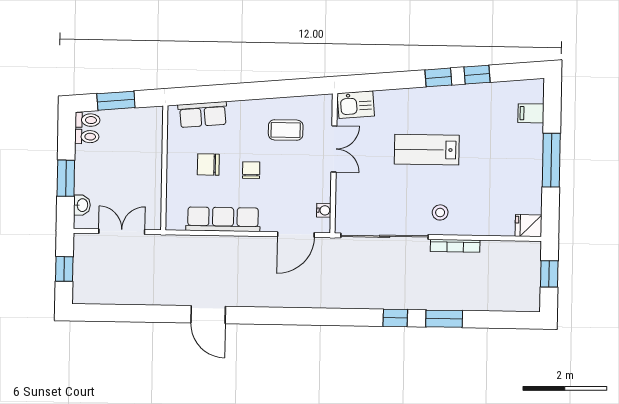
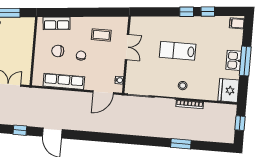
kitchen sink: (356, 105) -> (234, 60), moved, turned 95
filing cabinet: (531, 113) -> (237, 23), moved
fridge: (529, 226) -> (228, 90), width x1.88, depth x1.34
window: (395, 318) -> (20, 130), moved

